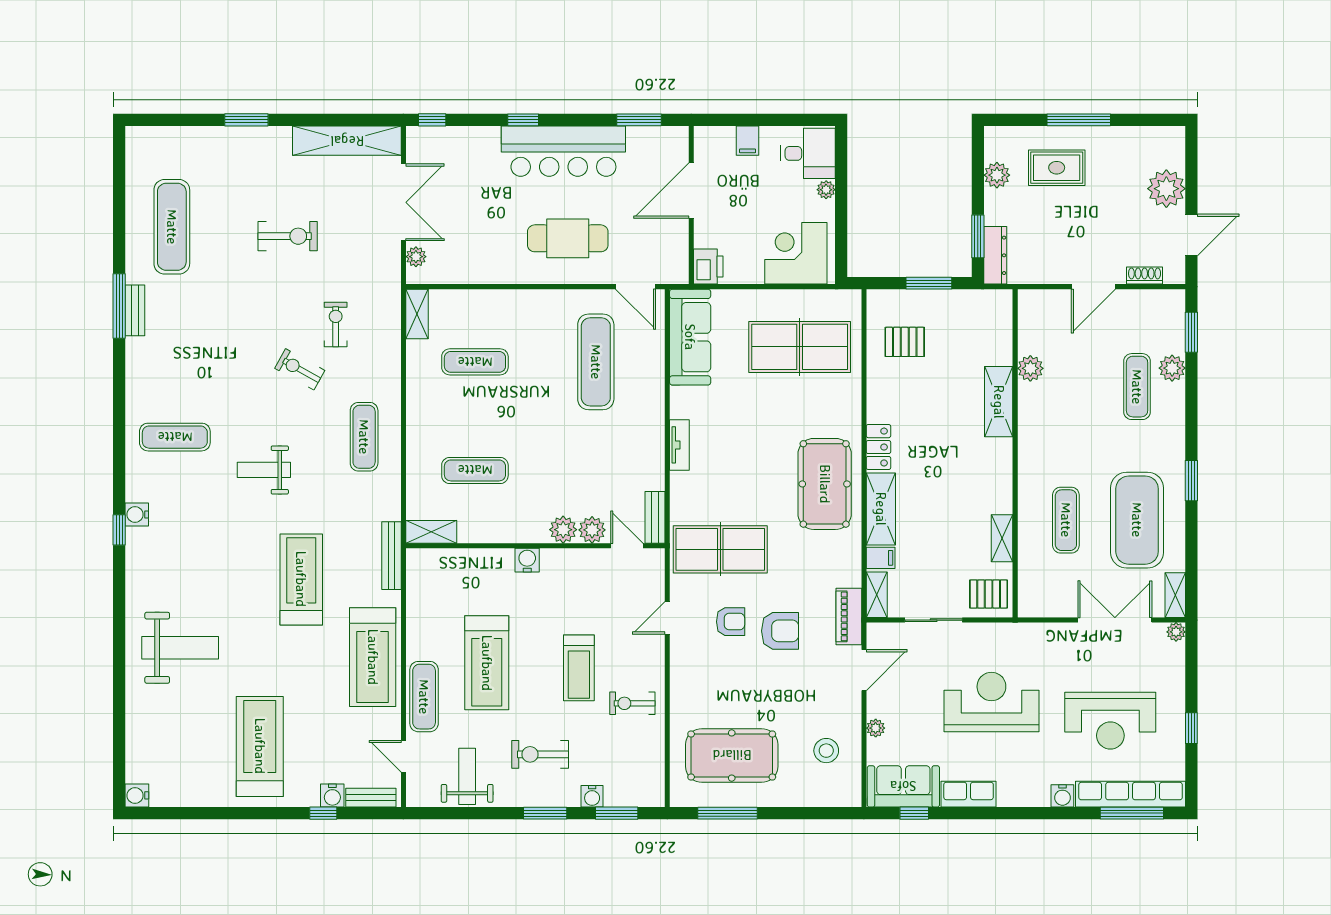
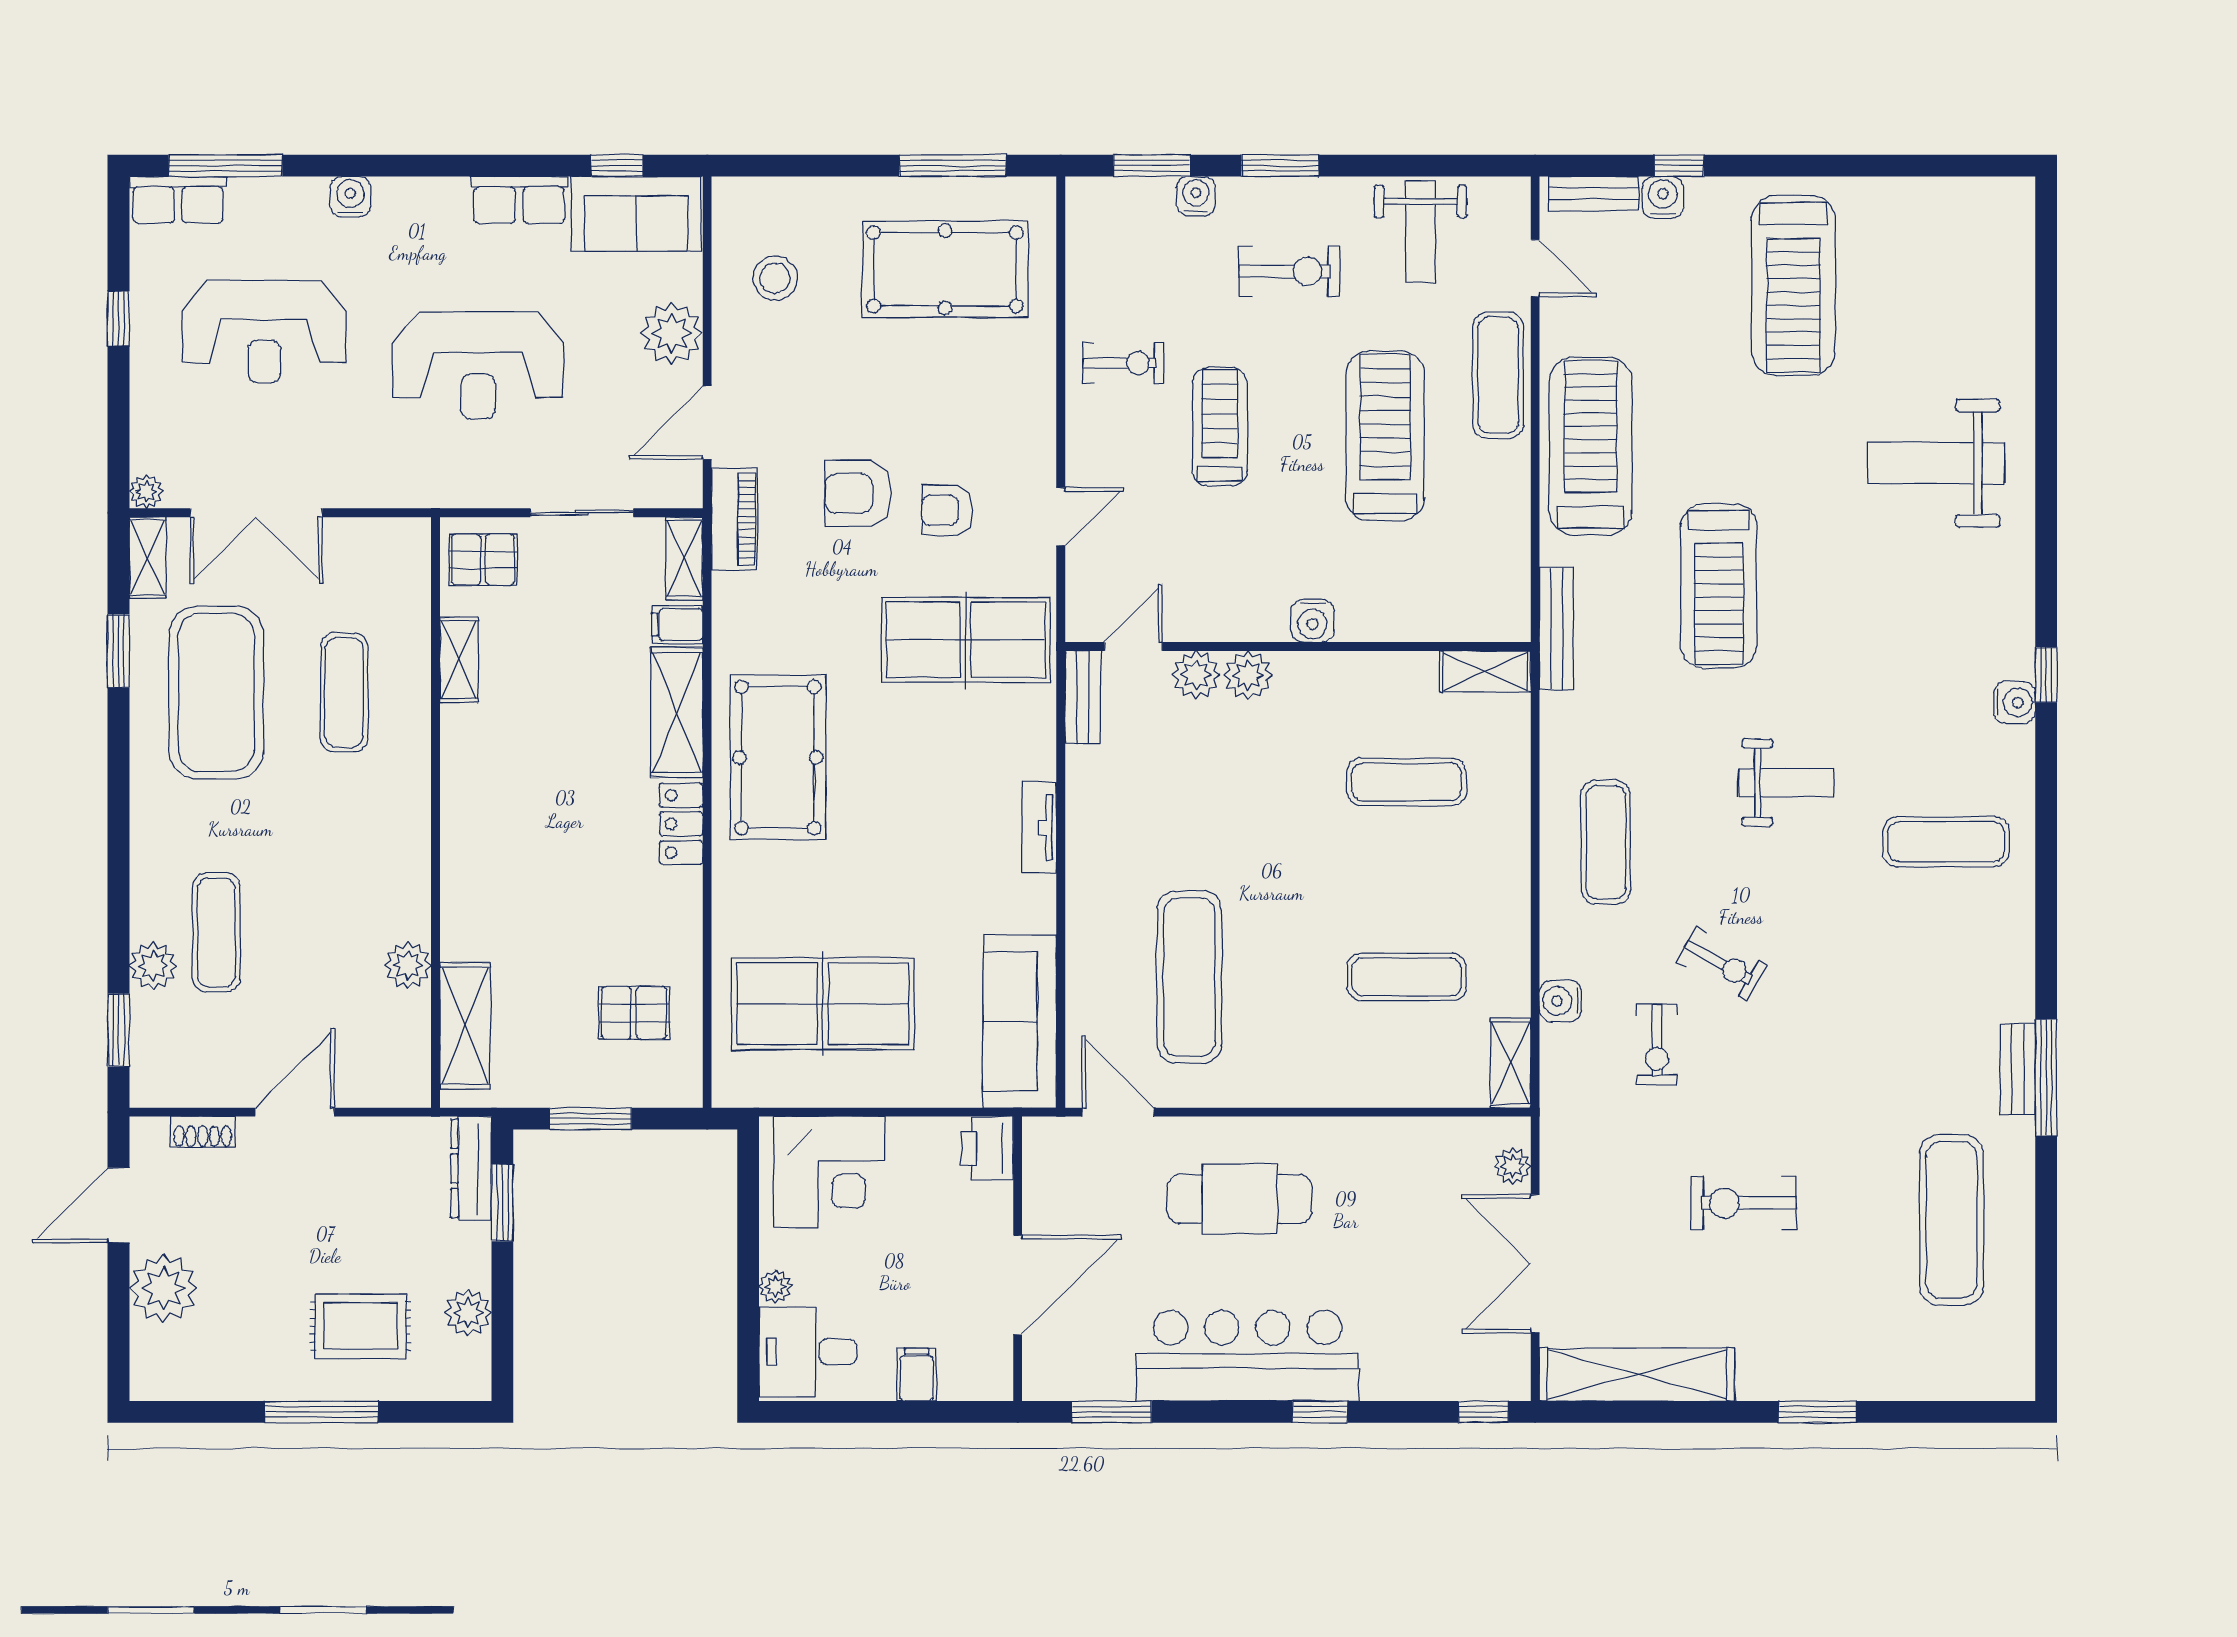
shelving: (999, 402) -> (465, 1026), moved
window: (1191, 481) -> (118, 651), moved
door: (627, 546) -> (1133, 646), swing flipped
reception desk: (1110, 721) -> (264, 332), turned 180
plant: (876, 728) -> (672, 333), width x1.88, depth x1.88
row of seats: (1131, 794) -> (178, 200), width x0.50
water cooler: (137, 795) -> (1560, 1001), moved, turned 180

